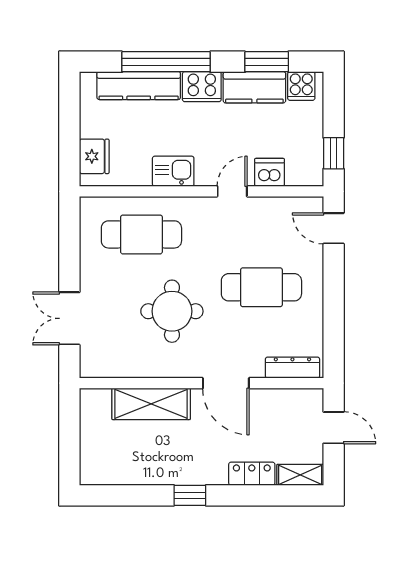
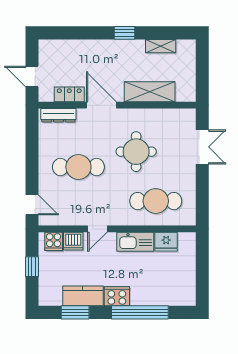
kitchen counter: (139, 86) -> (158, 297), removed
cooker: (301, 86) -> (54, 241), moved, turned 180
window: (334, 153) -> (32, 267), moved
fridge: (94, 156) -> (166, 242), moved, turned -90
kitchen sink: (173, 171) -> (135, 242), width x1.38
locker: (252, 474) -> (69, 94), moved, turned 180
shelving: (300, 475) -> (161, 46), moved

